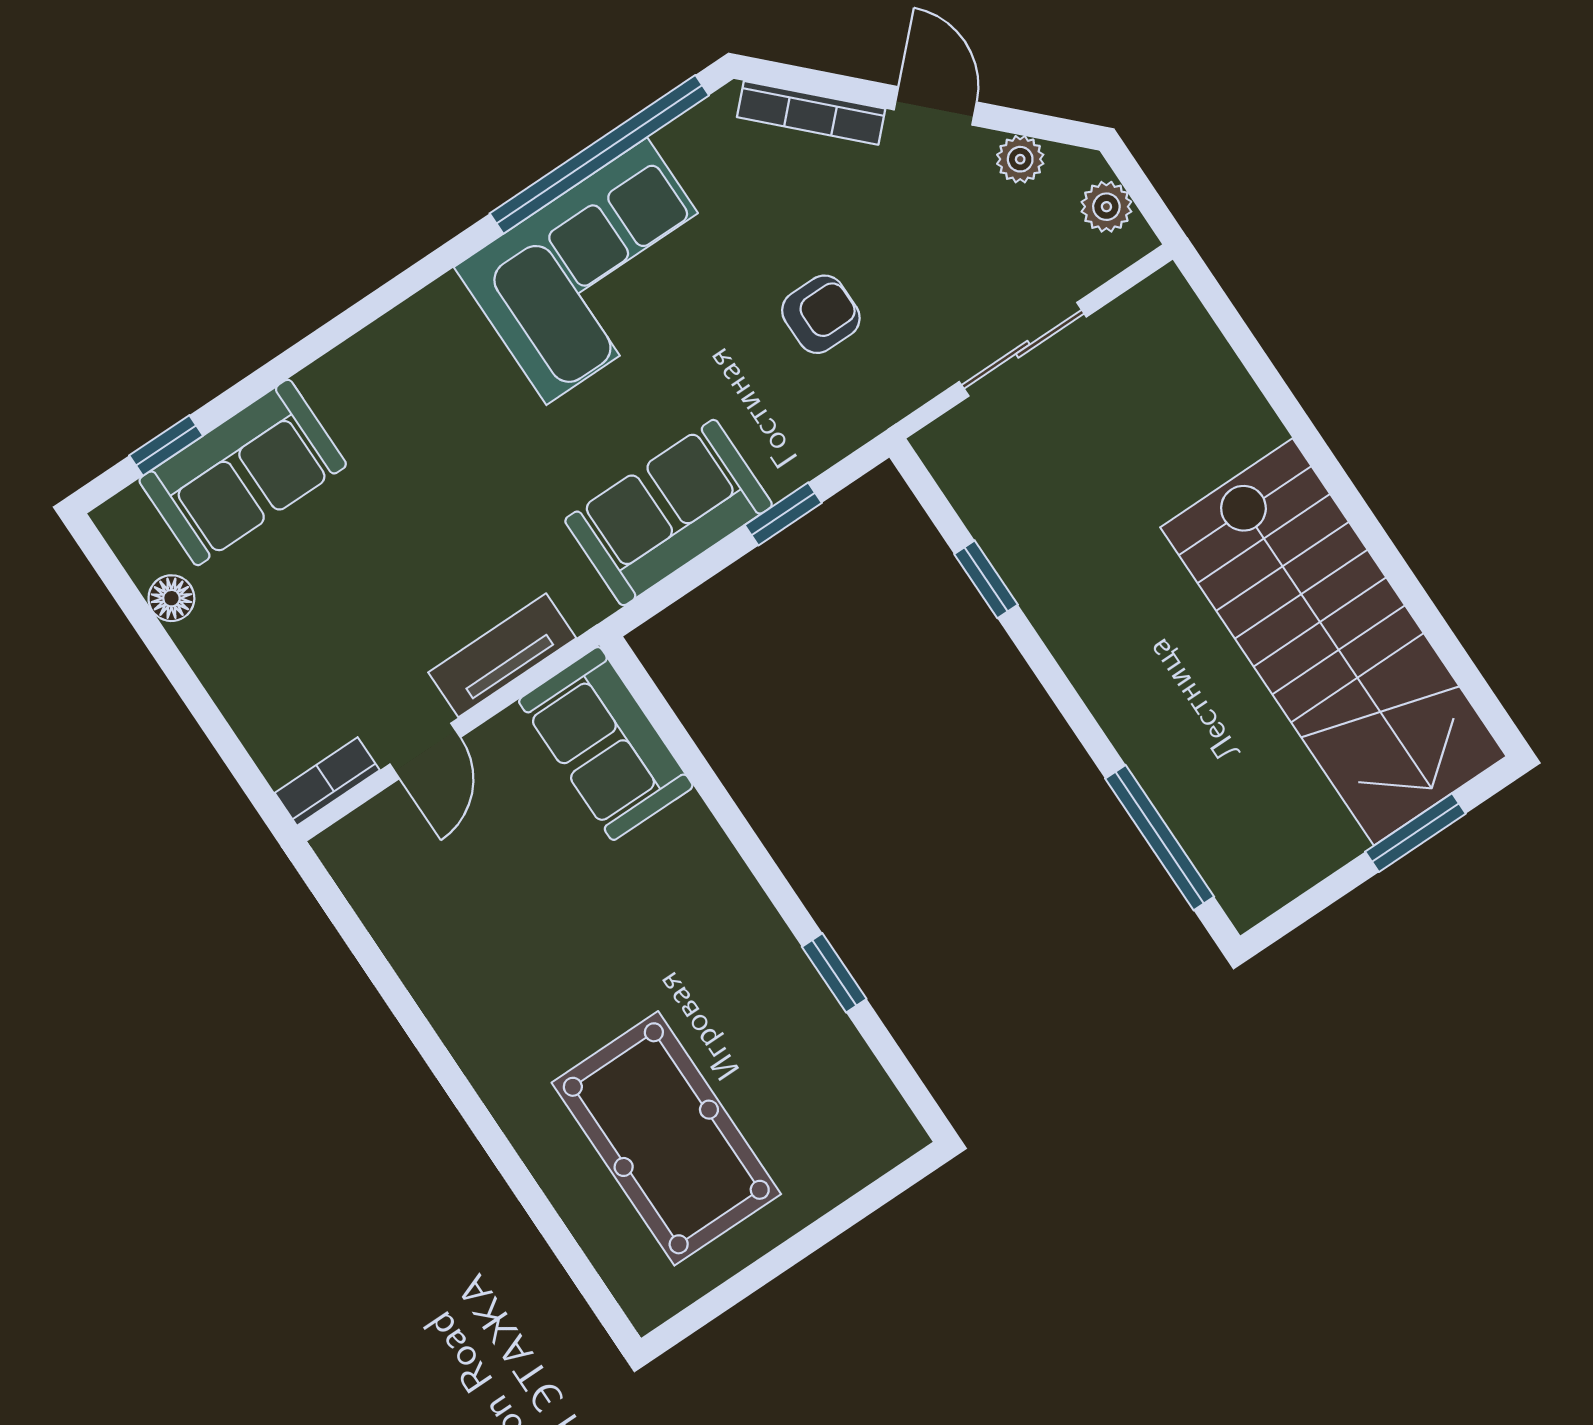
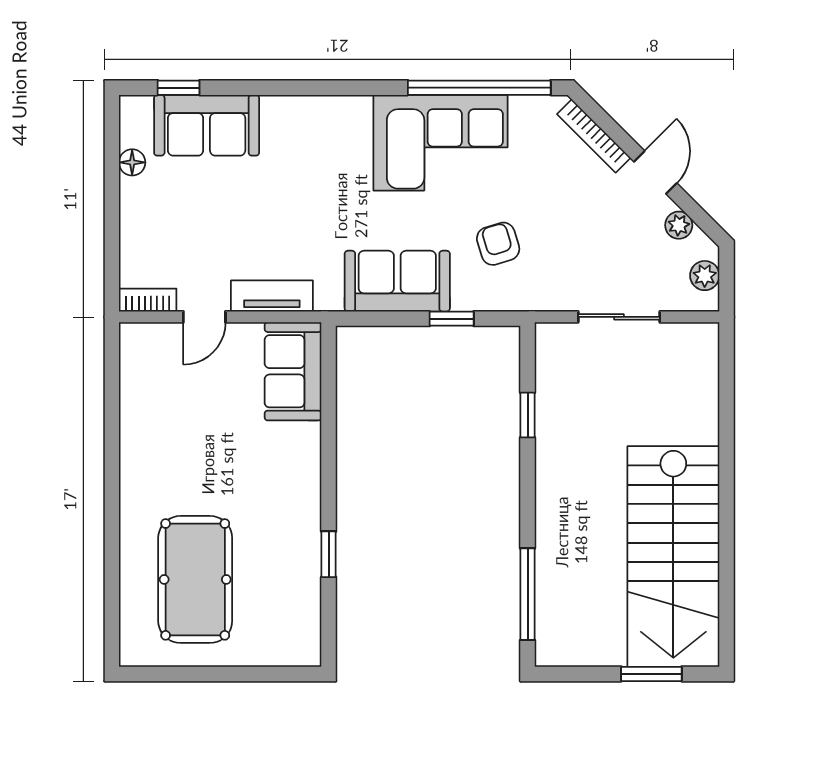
armchair: (821, 314) -> (498, 244), moved, turned -107

